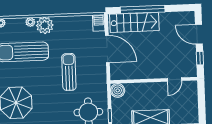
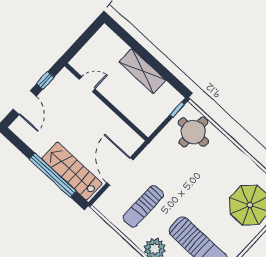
barbecue: (99, 23) -> (104, 203), removed
sun lounger: (69, 72) -> (143, 206), moved
boiler: (118, 90) -> (148, 125), removed

